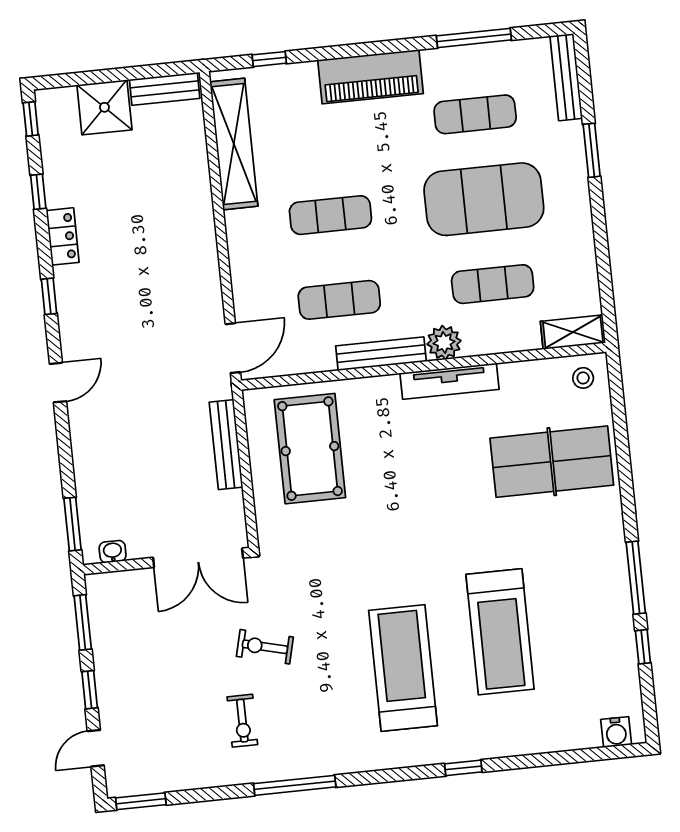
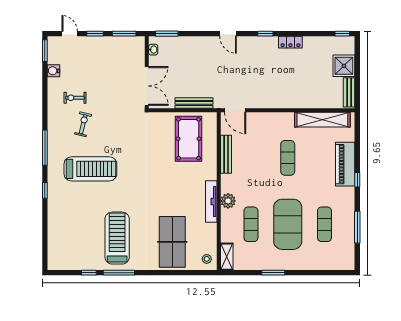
window: (269, 59) -> (357, 180), moved
piano: (370, 77) -> (345, 164), moved
bench: (566, 77) -> (336, 265), removed
window: (592, 150) -> (273, 273), moved
window: (38, 192) -> (311, 34), removed
exercise mat: (339, 300) -> (251, 158), removed
bench: (381, 354) -> (226, 154), moved
pool table: (310, 449) -> (189, 139), turned 90
double door: (198, 558) -> (147, 86), swing flipped
treadmill: (500, 632) -> (117, 238), moved, turned 90
exercise bike: (265, 647) -> (83, 124), moved
water cooler: (616, 732) -> (54, 71), moved
window: (295, 785) -> (45, 148), moved

